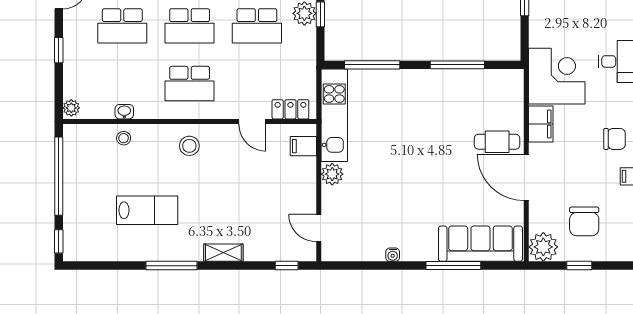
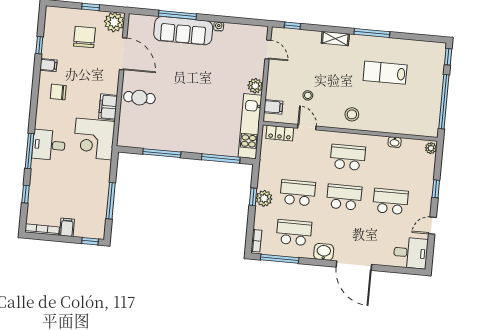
stool: (124, 138) -> (308, 95), moved
door: (526, 177) -> (123, 54), moved
sofa: (480, 244) -> (183, 31), moved

